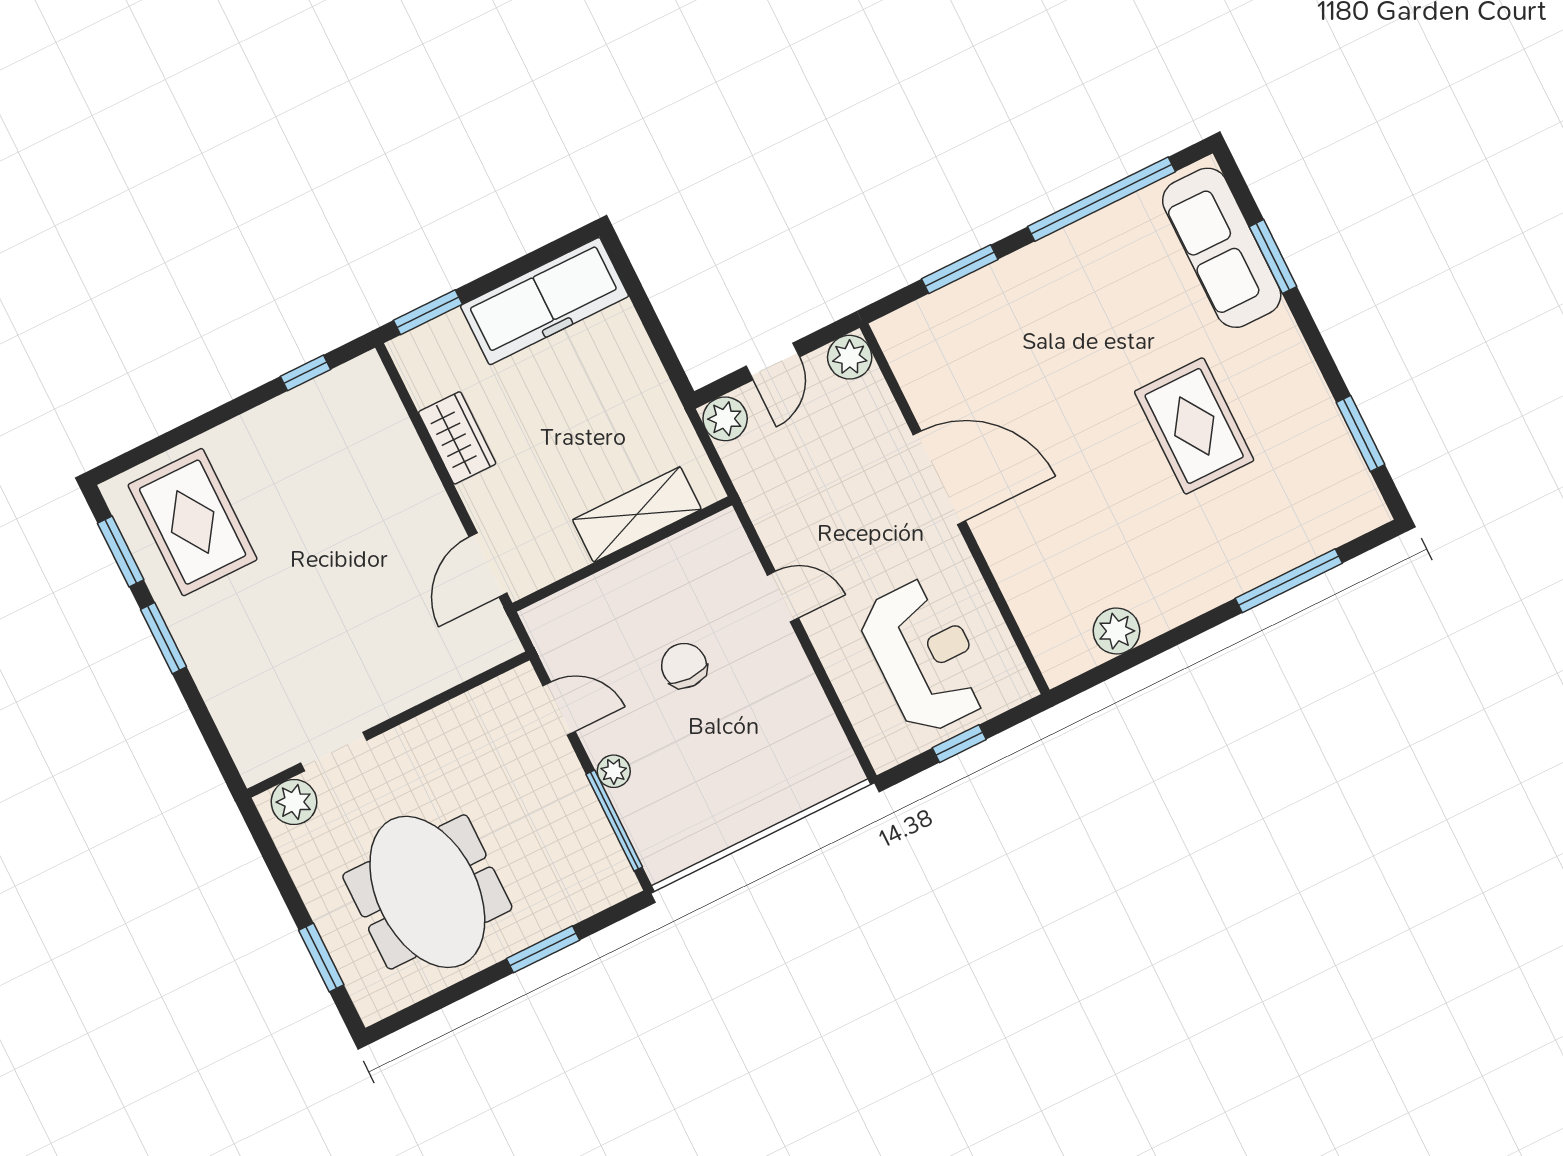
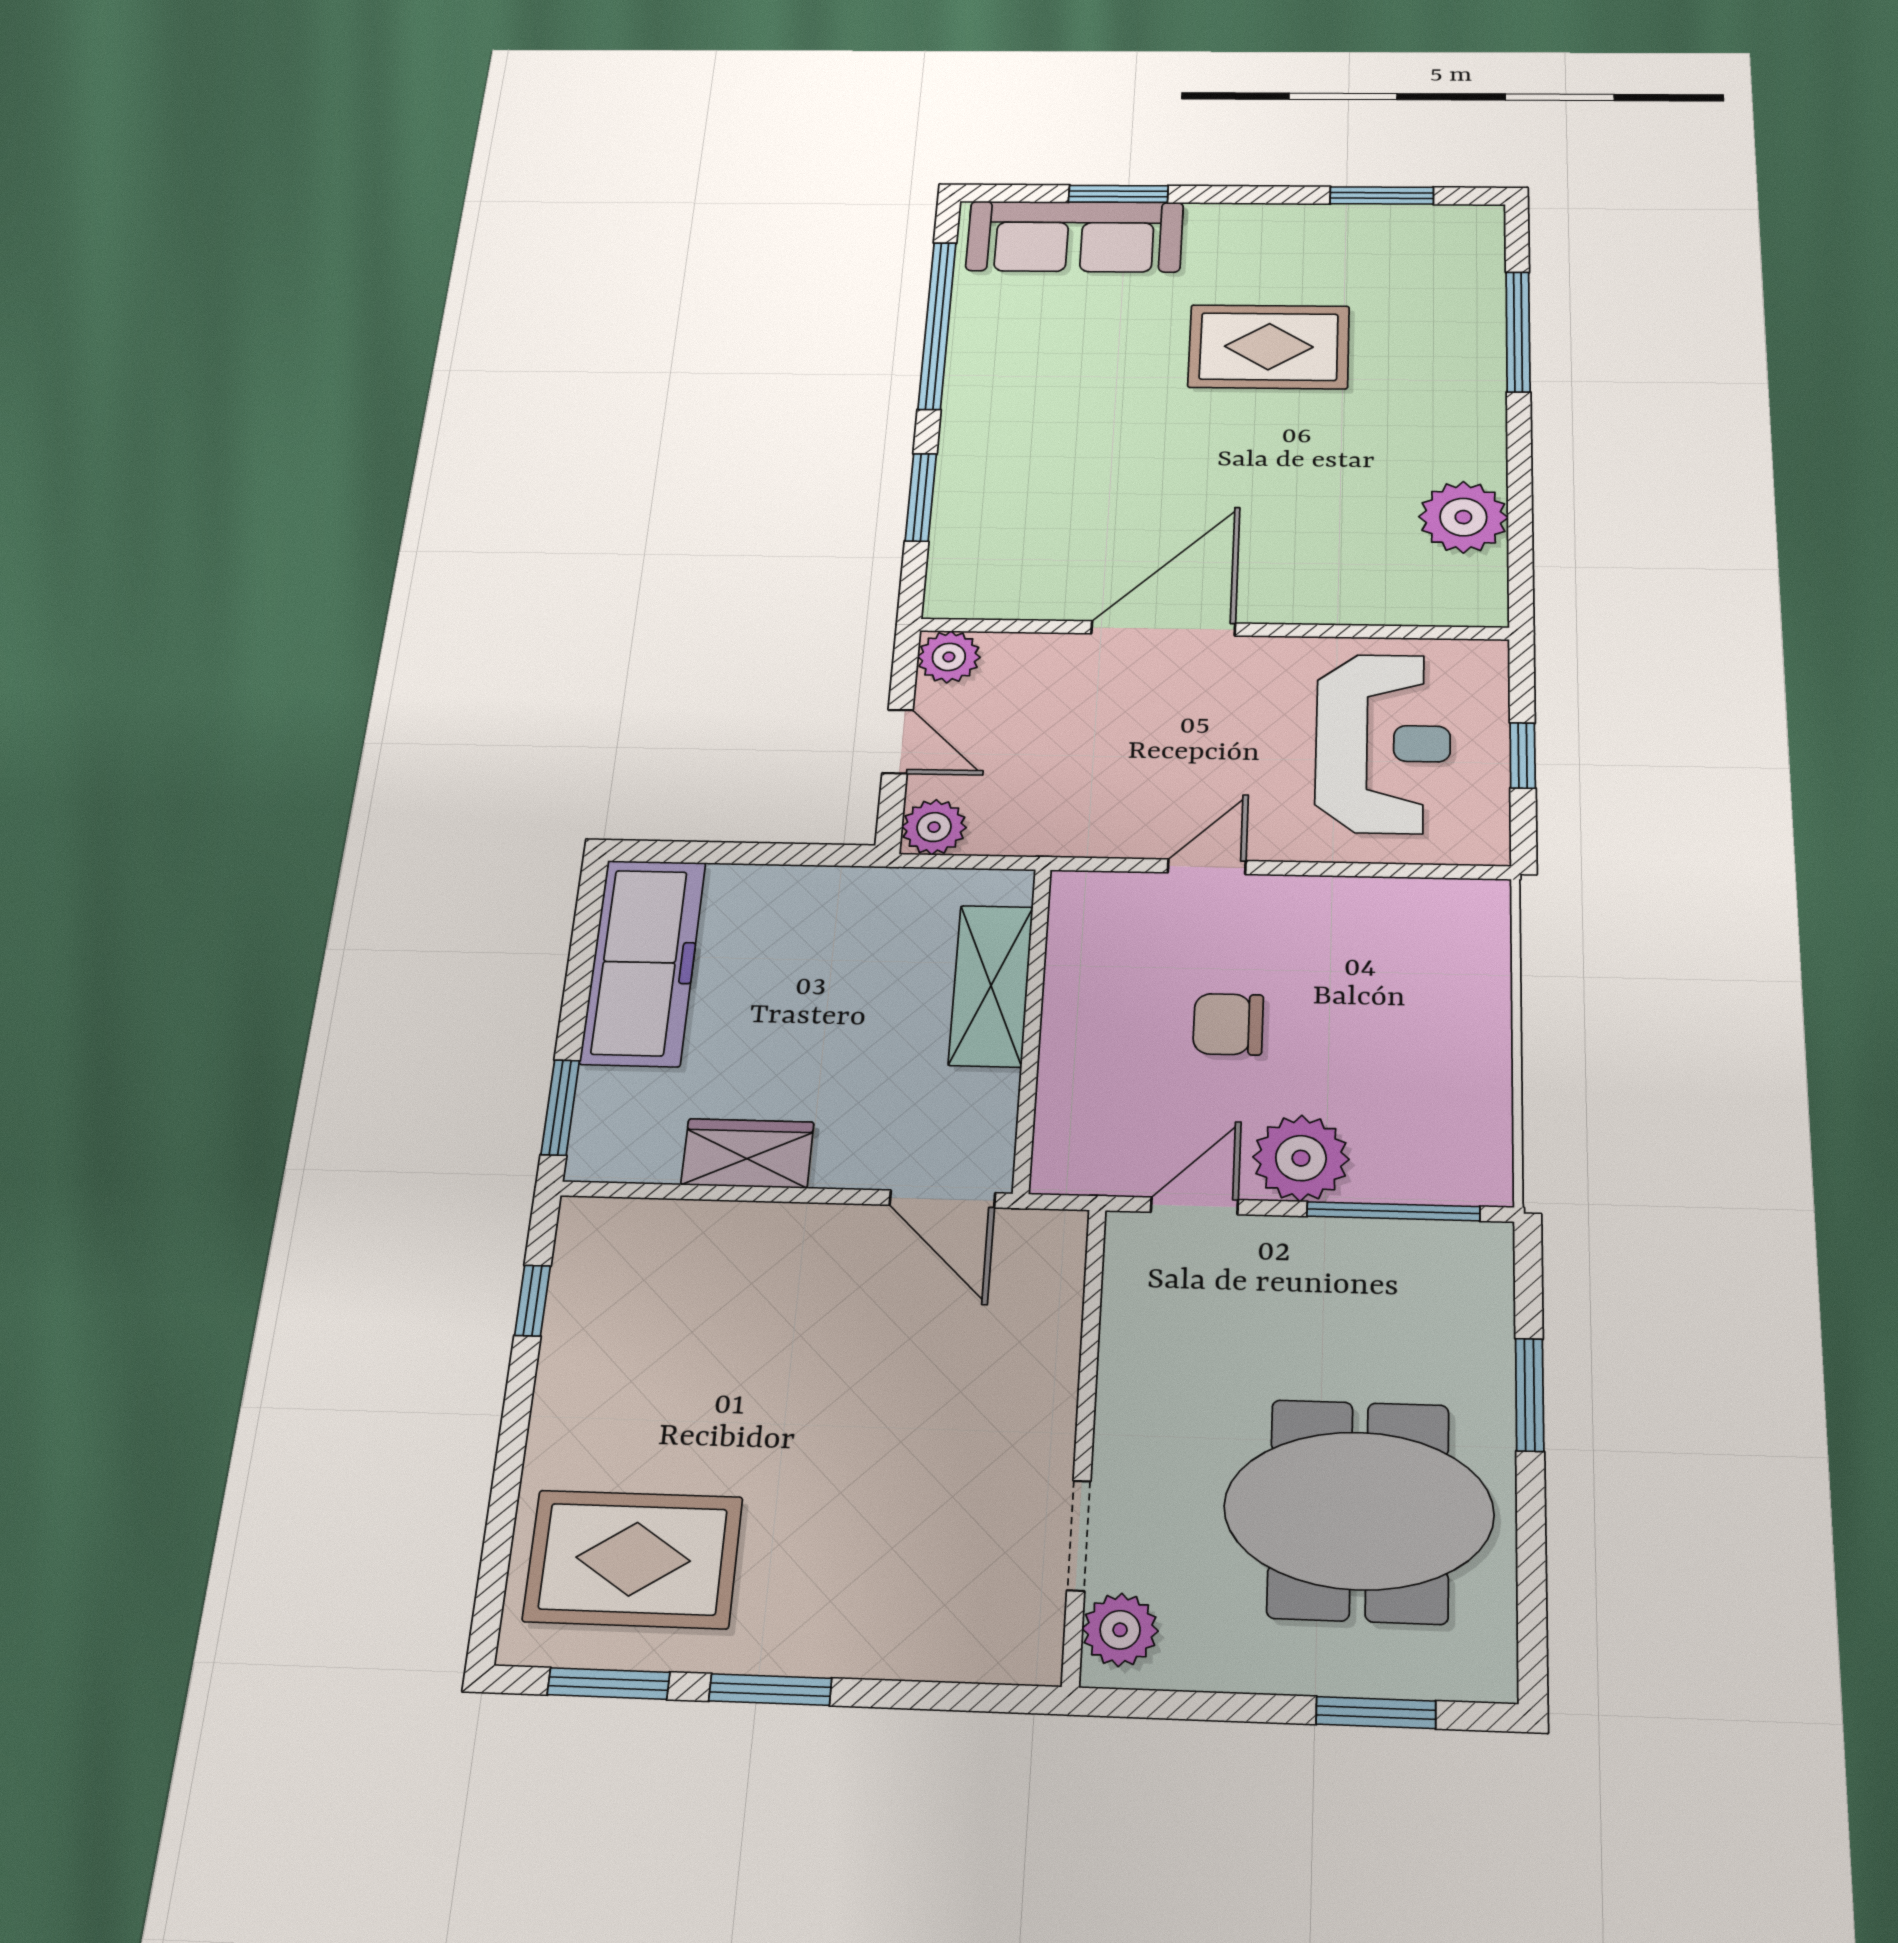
plant: (1116, 631) -> (1463, 517), width x1.36, depth x1.36
reception desk: (925, 656) -> (1383, 743), turned 90
plant: (614, 771) -> (1301, 1158), width x1.87, depth x1.87

